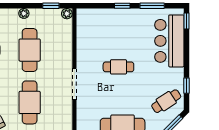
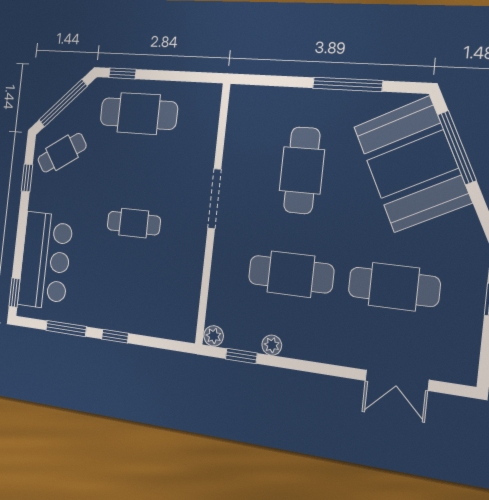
plant: (24, 13) -> (272, 345), moved
cafe table: (30, 50) -> (291, 274), turned 90

